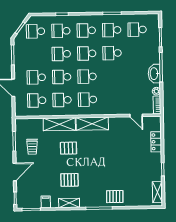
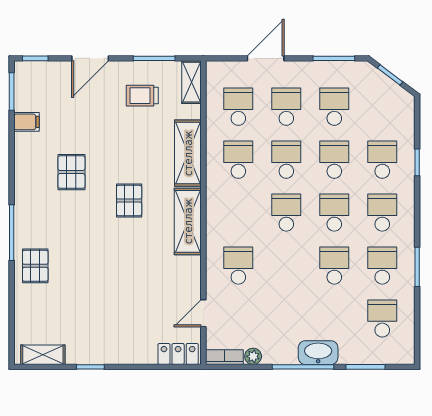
school desk: (35, 31) -> (334, 107), moved
washbasin: (154, 74) -> (318, 353), moved
school desk: (88, 100) -> (238, 266), moved
locker: (156, 142) -> (178, 354), moved
pallet: (68, 148) -> (129, 201), moved
door: (15, 172) -> (90, 58), hinge flipped
shelving: (69, 203) -> (192, 82), moved

